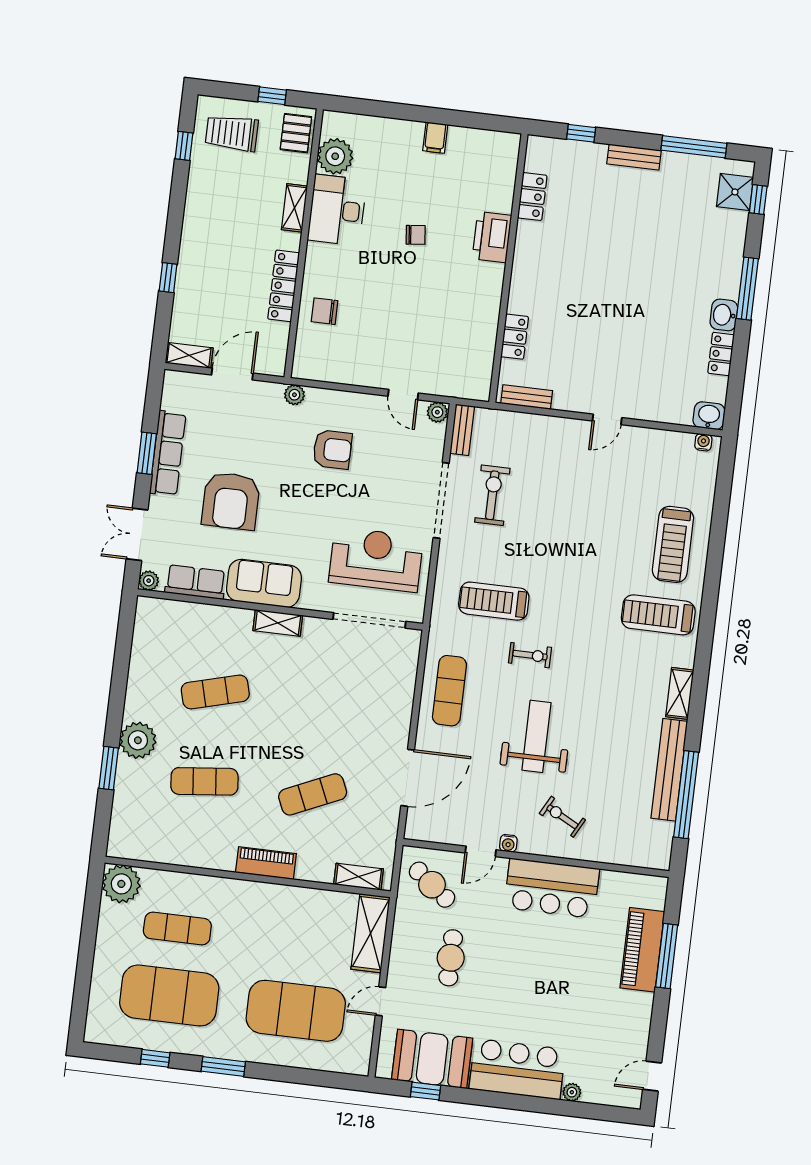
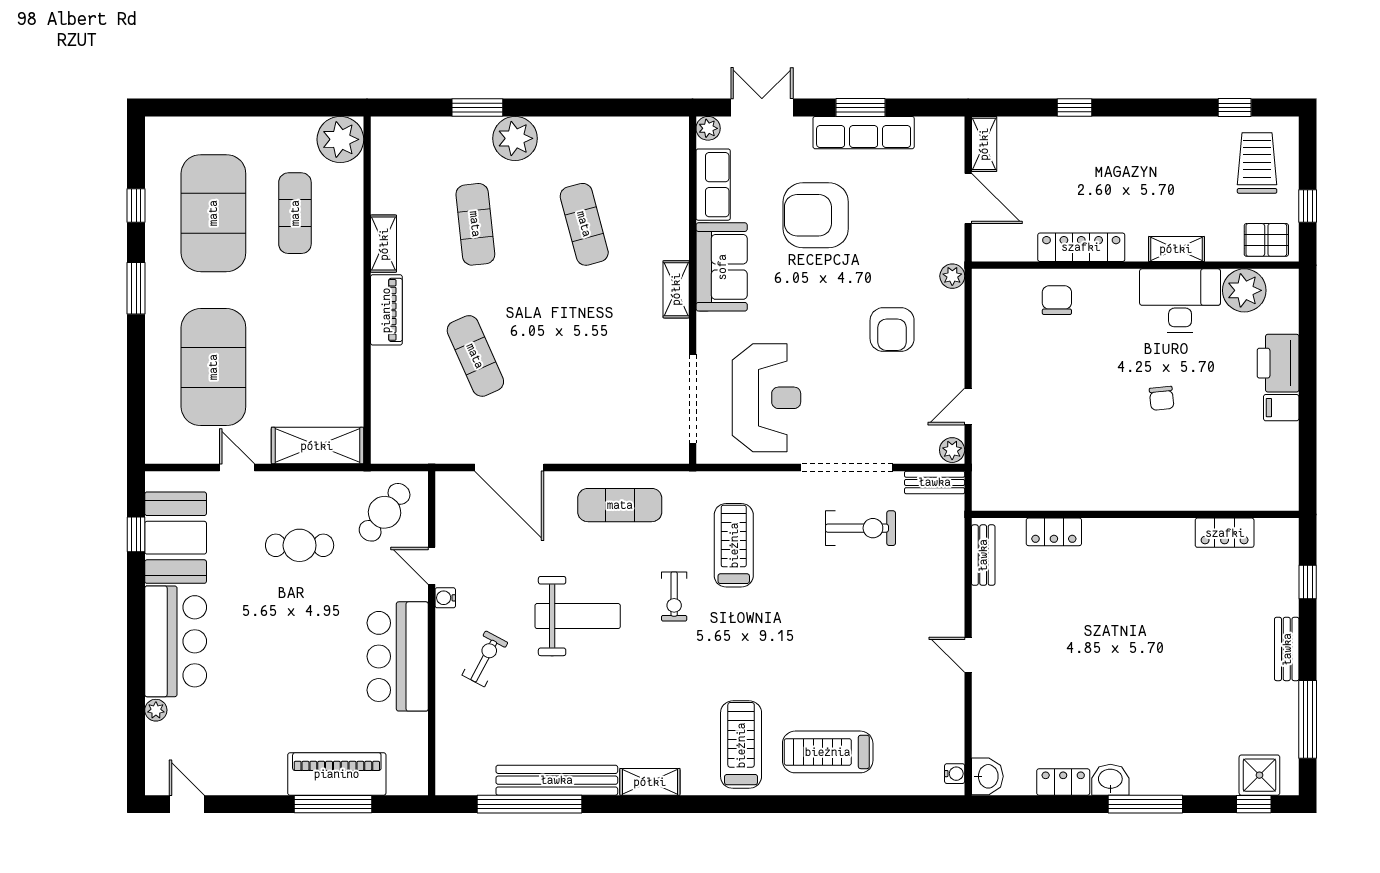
printer: (492, 237) -> (1278, 363), moved, turned -90
shelving: (359, 877) -> (384, 244), moved

